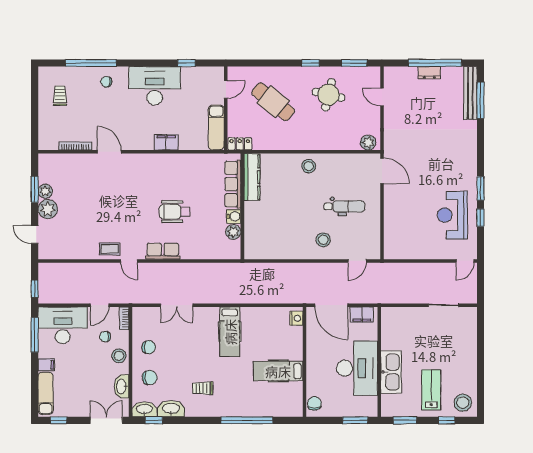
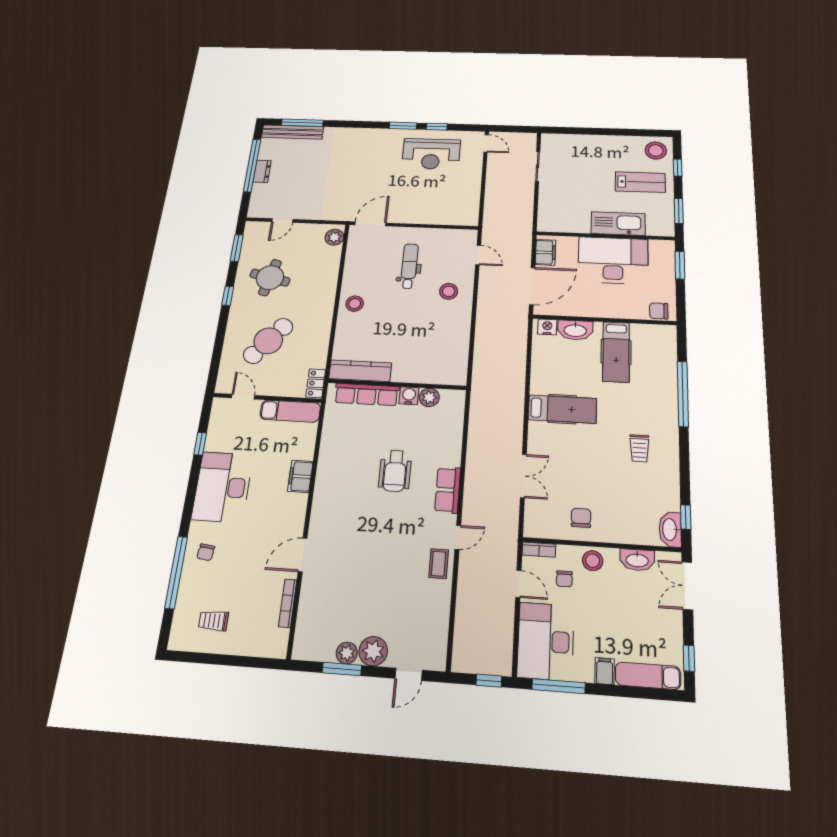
chair: (150, 378) -> (624, 519), removed
lab bench: (431, 390) -> (640, 182), turned 180
washbasin: (171, 409) -> (575, 330), moved, turned -90

